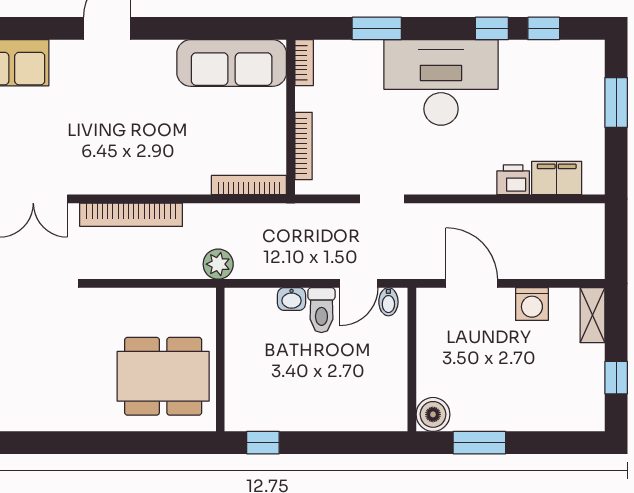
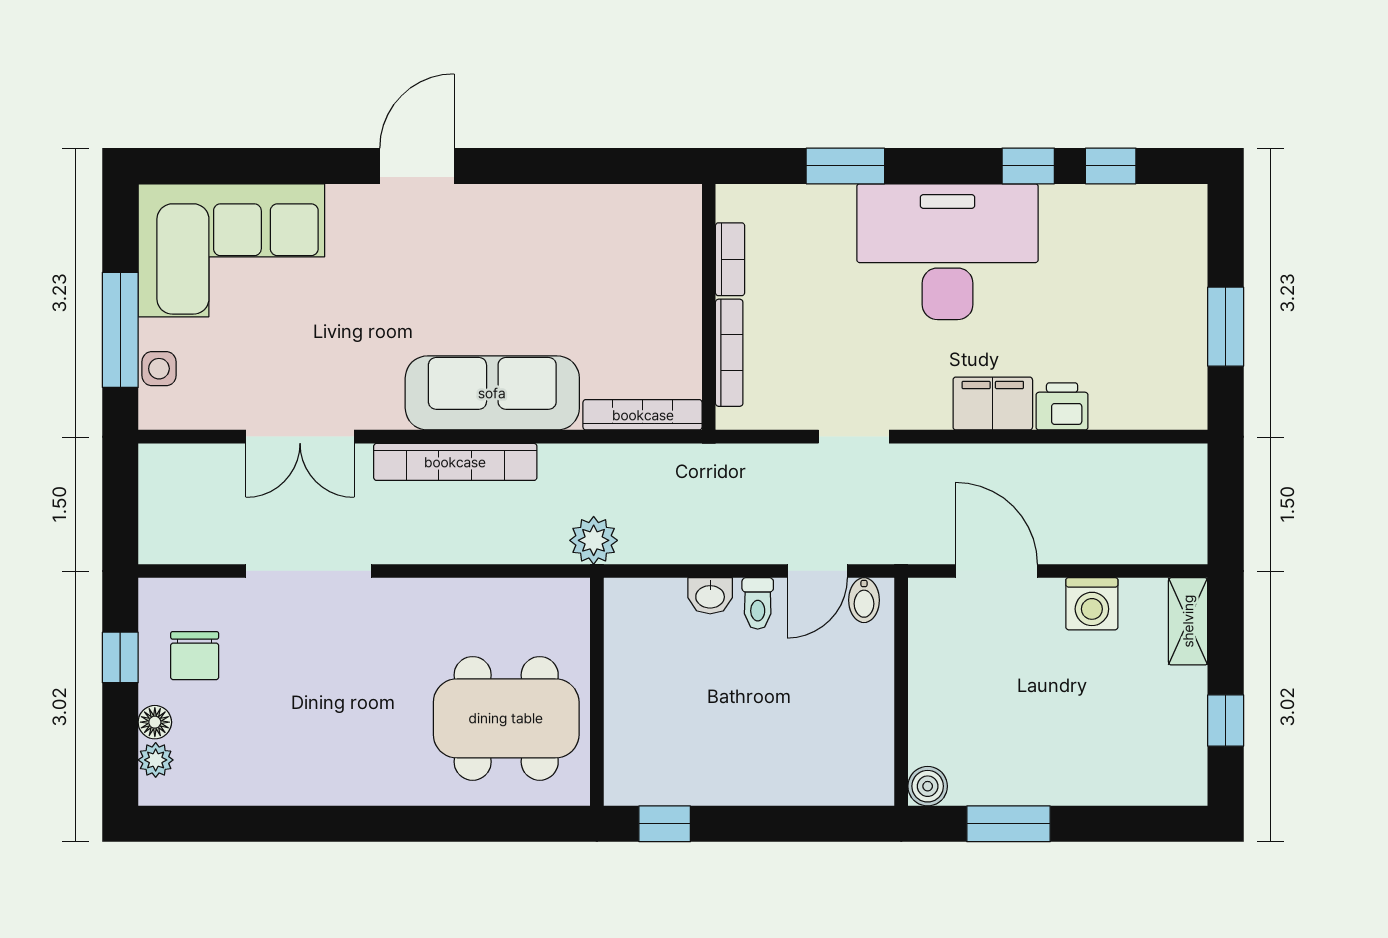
sofa: (232, 63) -> (492, 393), moved, turned 180
bookcase: (304, 63) -> (730, 259), moved
window: (616, 102) -> (1226, 327), moved
filing cabinet: (557, 178) -> (993, 404), moved
toilet: (321, 310) -> (758, 603), width x0.73, depth x0.72
boiler: (433, 414) -> (928, 786), width x0.73, depth x0.73

